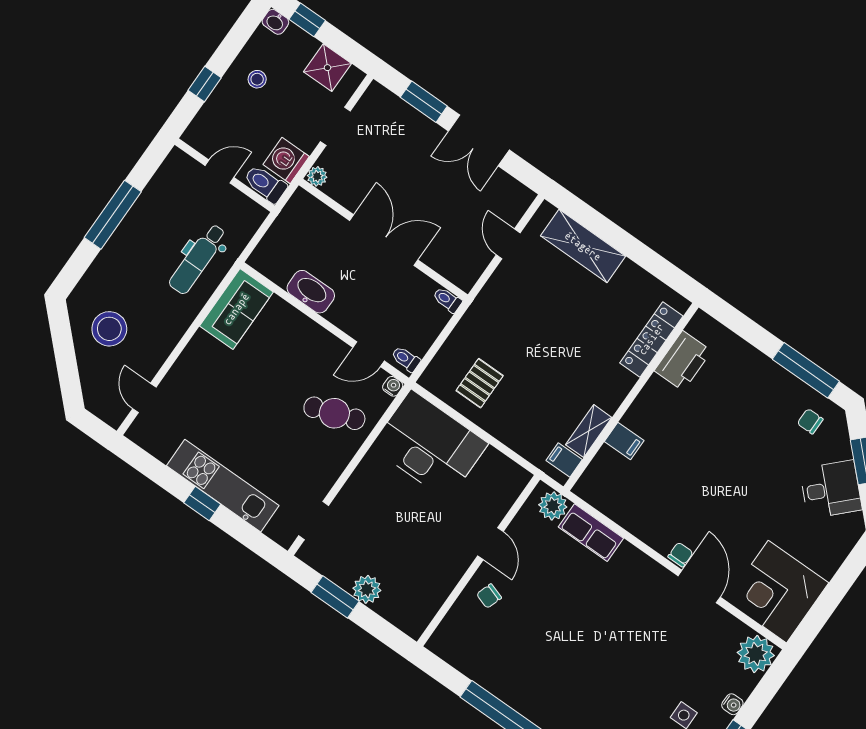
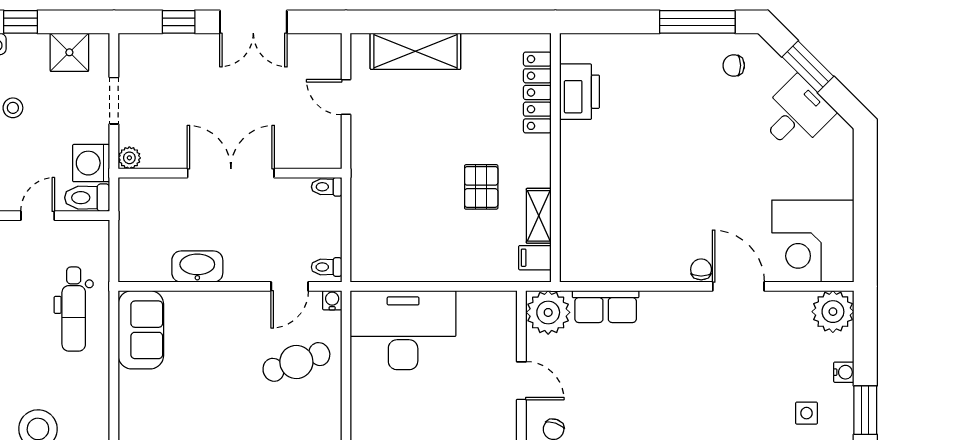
window: (424, 102) -> (179, 22), width x0.67
pallet: (480, 383) -> (481, 187), moved
filing cabinet: (624, 441) -> (577, 202), removed
plant: (553, 506) -> (548, 312), width x1.36, depth x1.36

